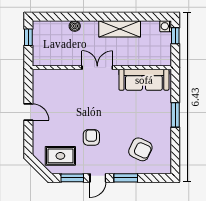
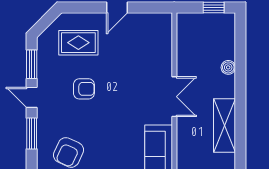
rug: (60, 156) -> (78, 43), moved, turned 90

